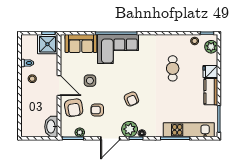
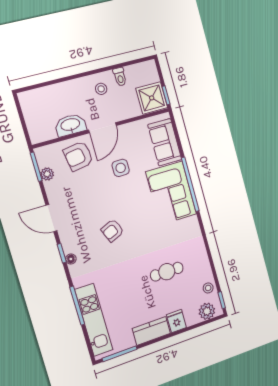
armchair: (97, 110) -> (85, 189), removed
washbasin: (51, 127) -> (70, 125), moved
plant: (130, 129) -> (72, 241), removed

